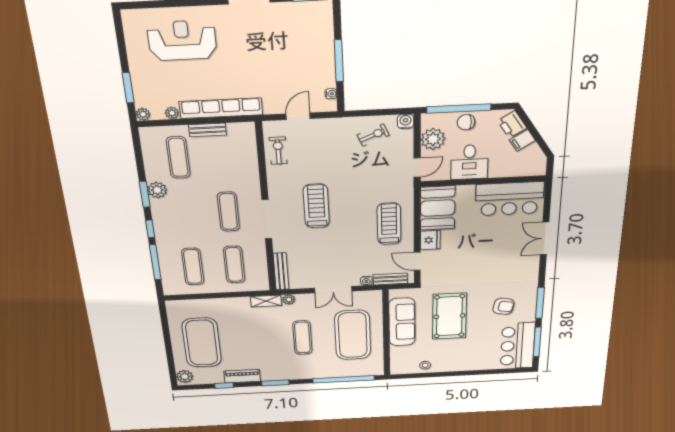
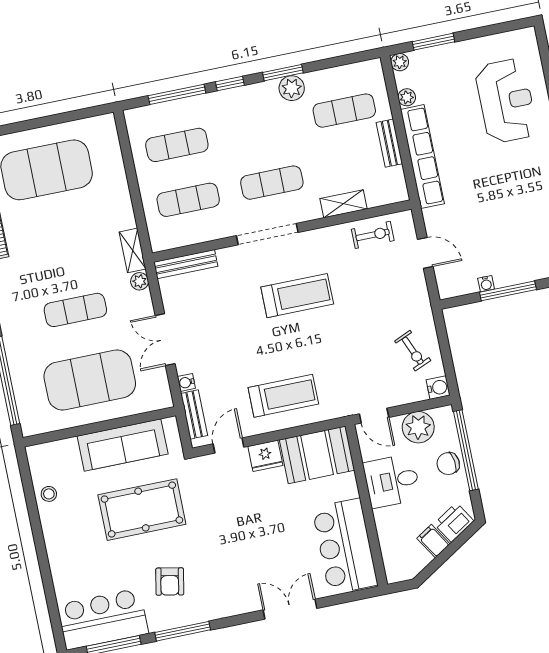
water cooler: (331, 94) -> (486, 284), moved
chair: (466, 122) -> (448, 464), turned -97
shelving: (251, 167) -> (343, 204), added

